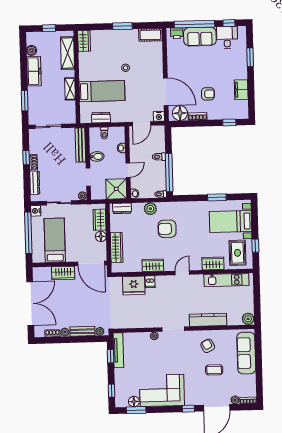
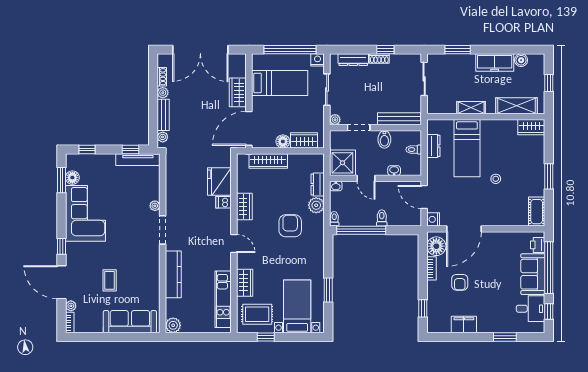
dresser: (122, 208) -> (318, 185), moved
armchair: (208, 346) -> (140, 273), removed

